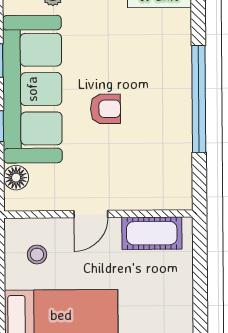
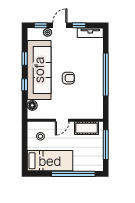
window: (200, 274) -> (106, 145), added

